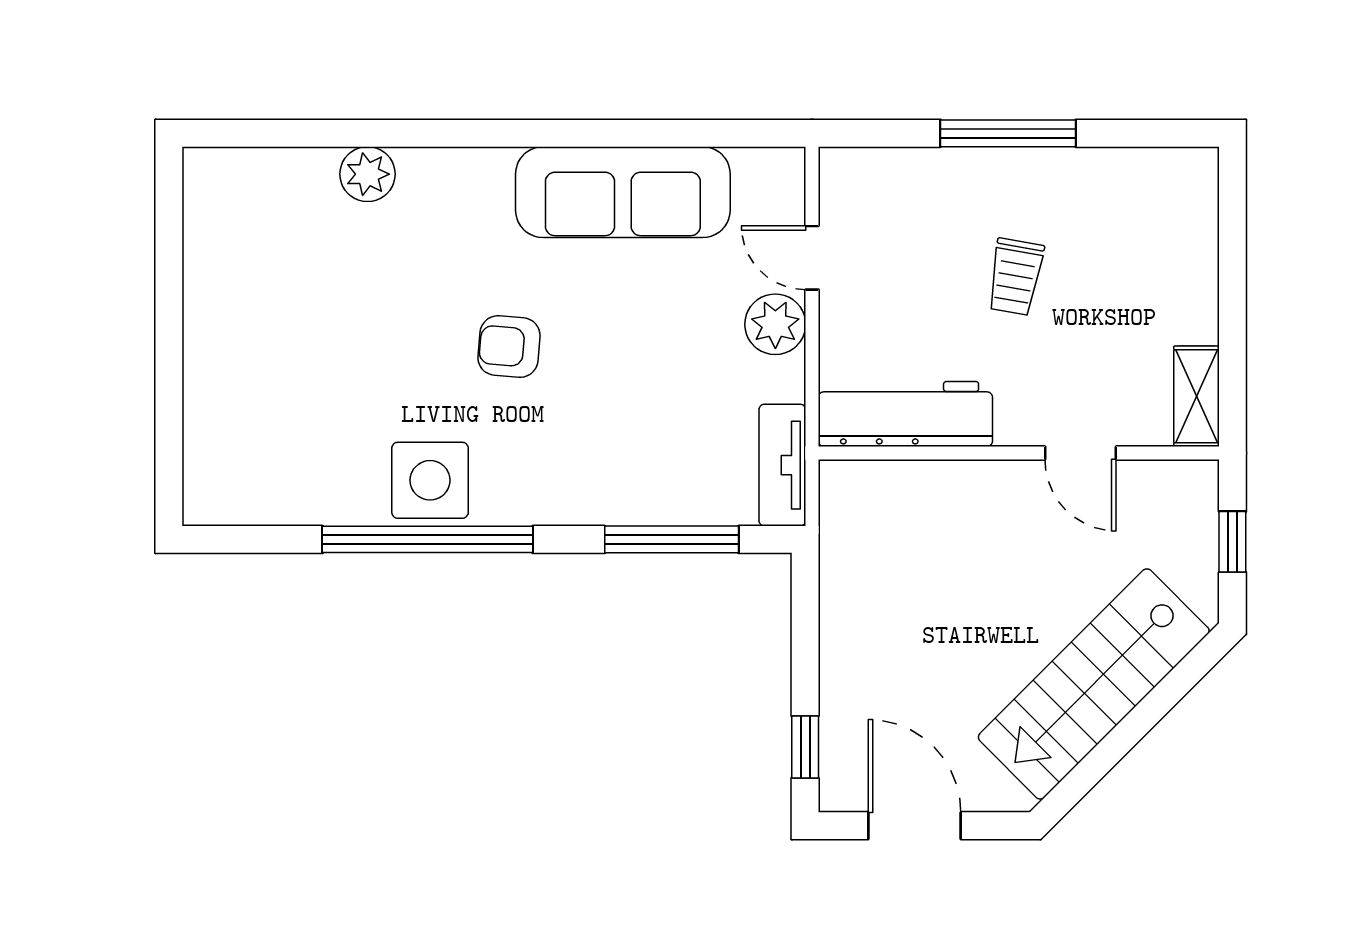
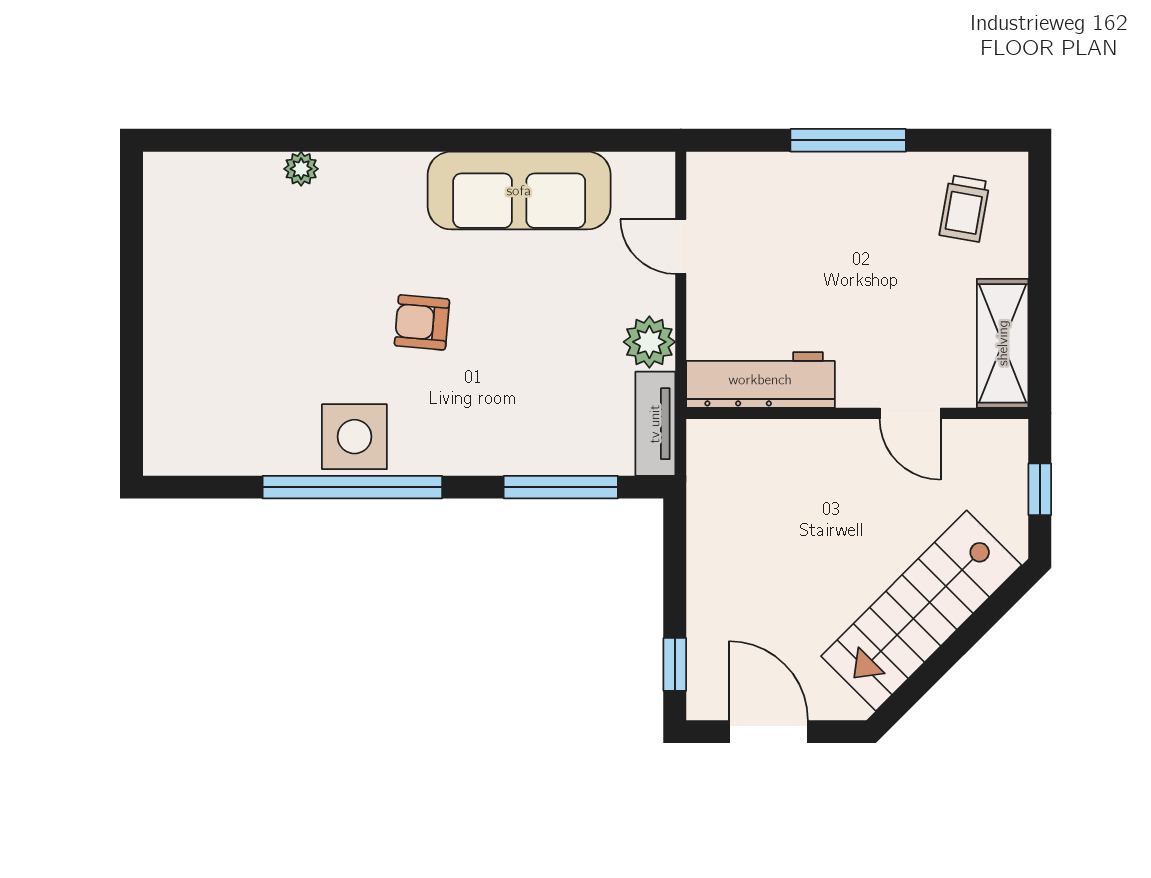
plant: (367, 174) -> (301, 169), width x0.73, depth x0.73
trolley: (1015, 277) -> (964, 209), moved
plant: (775, 324) -> (649, 342), moved
shelving: (1197, 396) -> (1003, 343), width x1.50, depth x1.33

